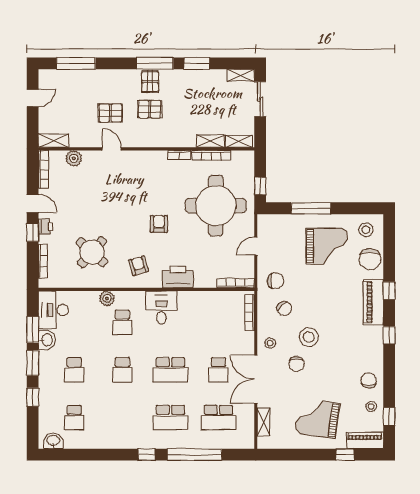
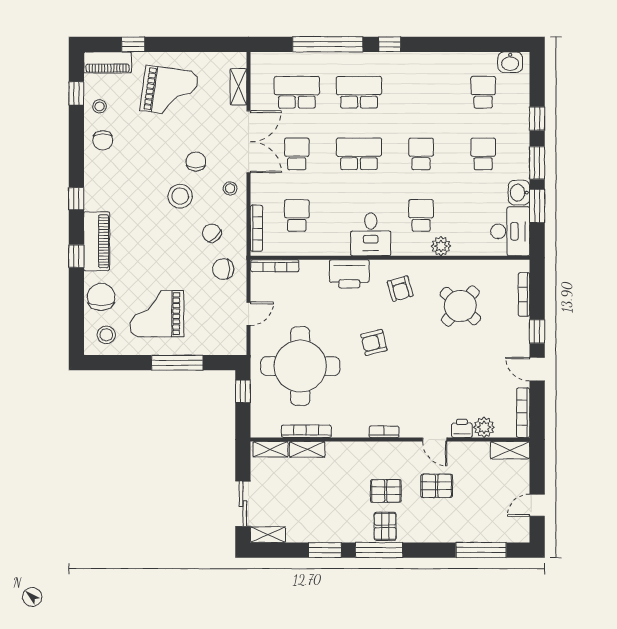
bookcase: (179, 155) -> (384, 432), moved
armchair: (159, 224) -> (374, 342), turned 76
printer: (46, 226) -> (462, 428), moved, turned 90
school desk: (218, 322) -> (297, 215), added

